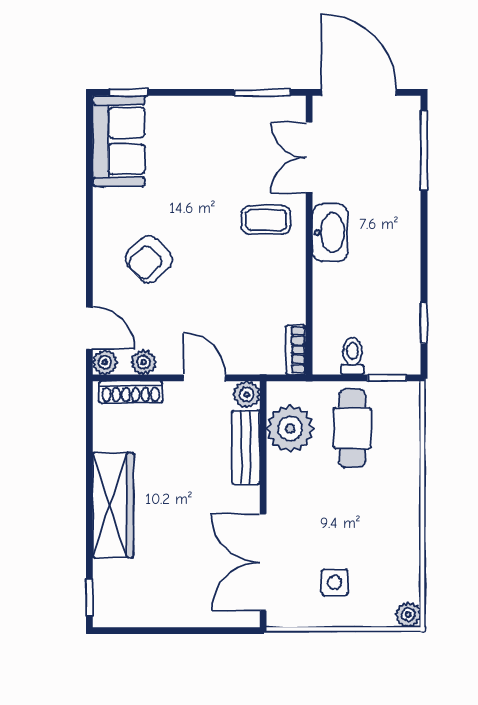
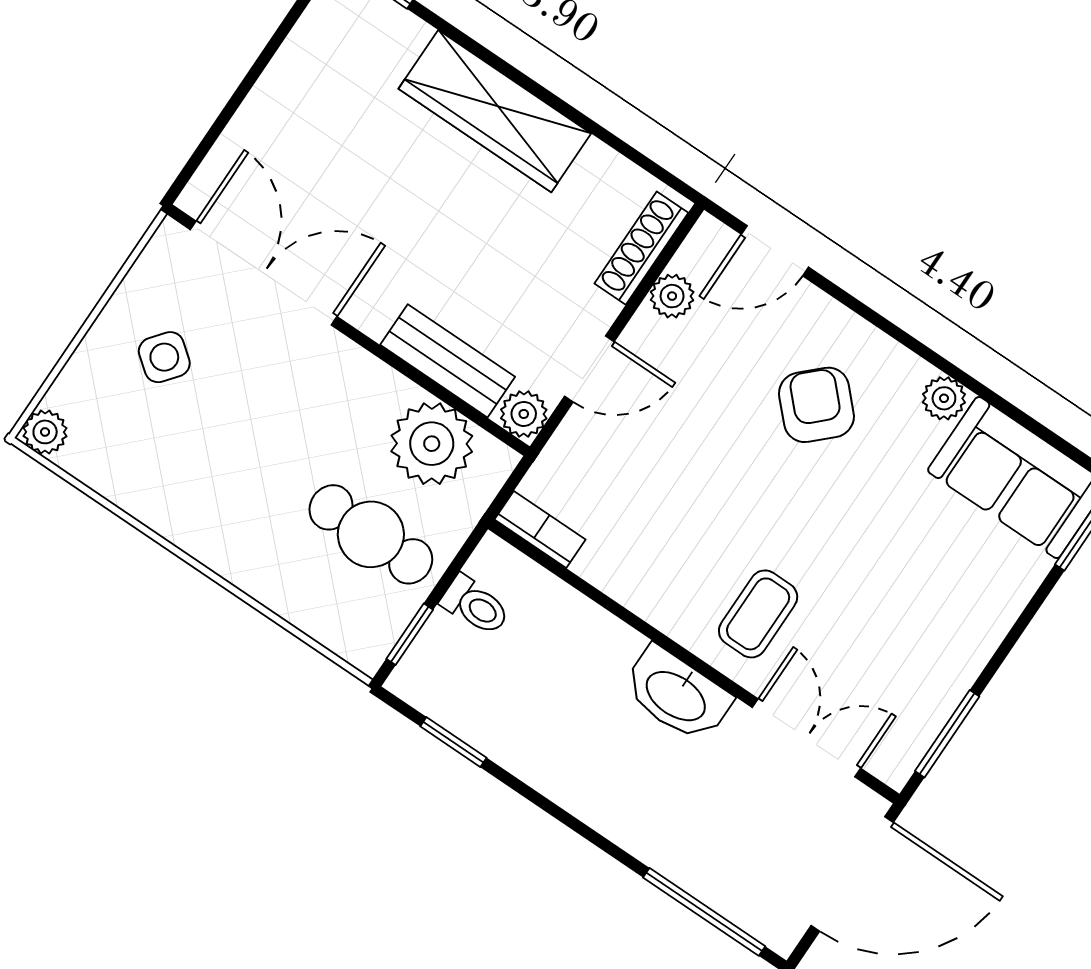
plant: (105, 362) -> (944, 398), moved
side table: (335, 582) -> (164, 357), turned 38

